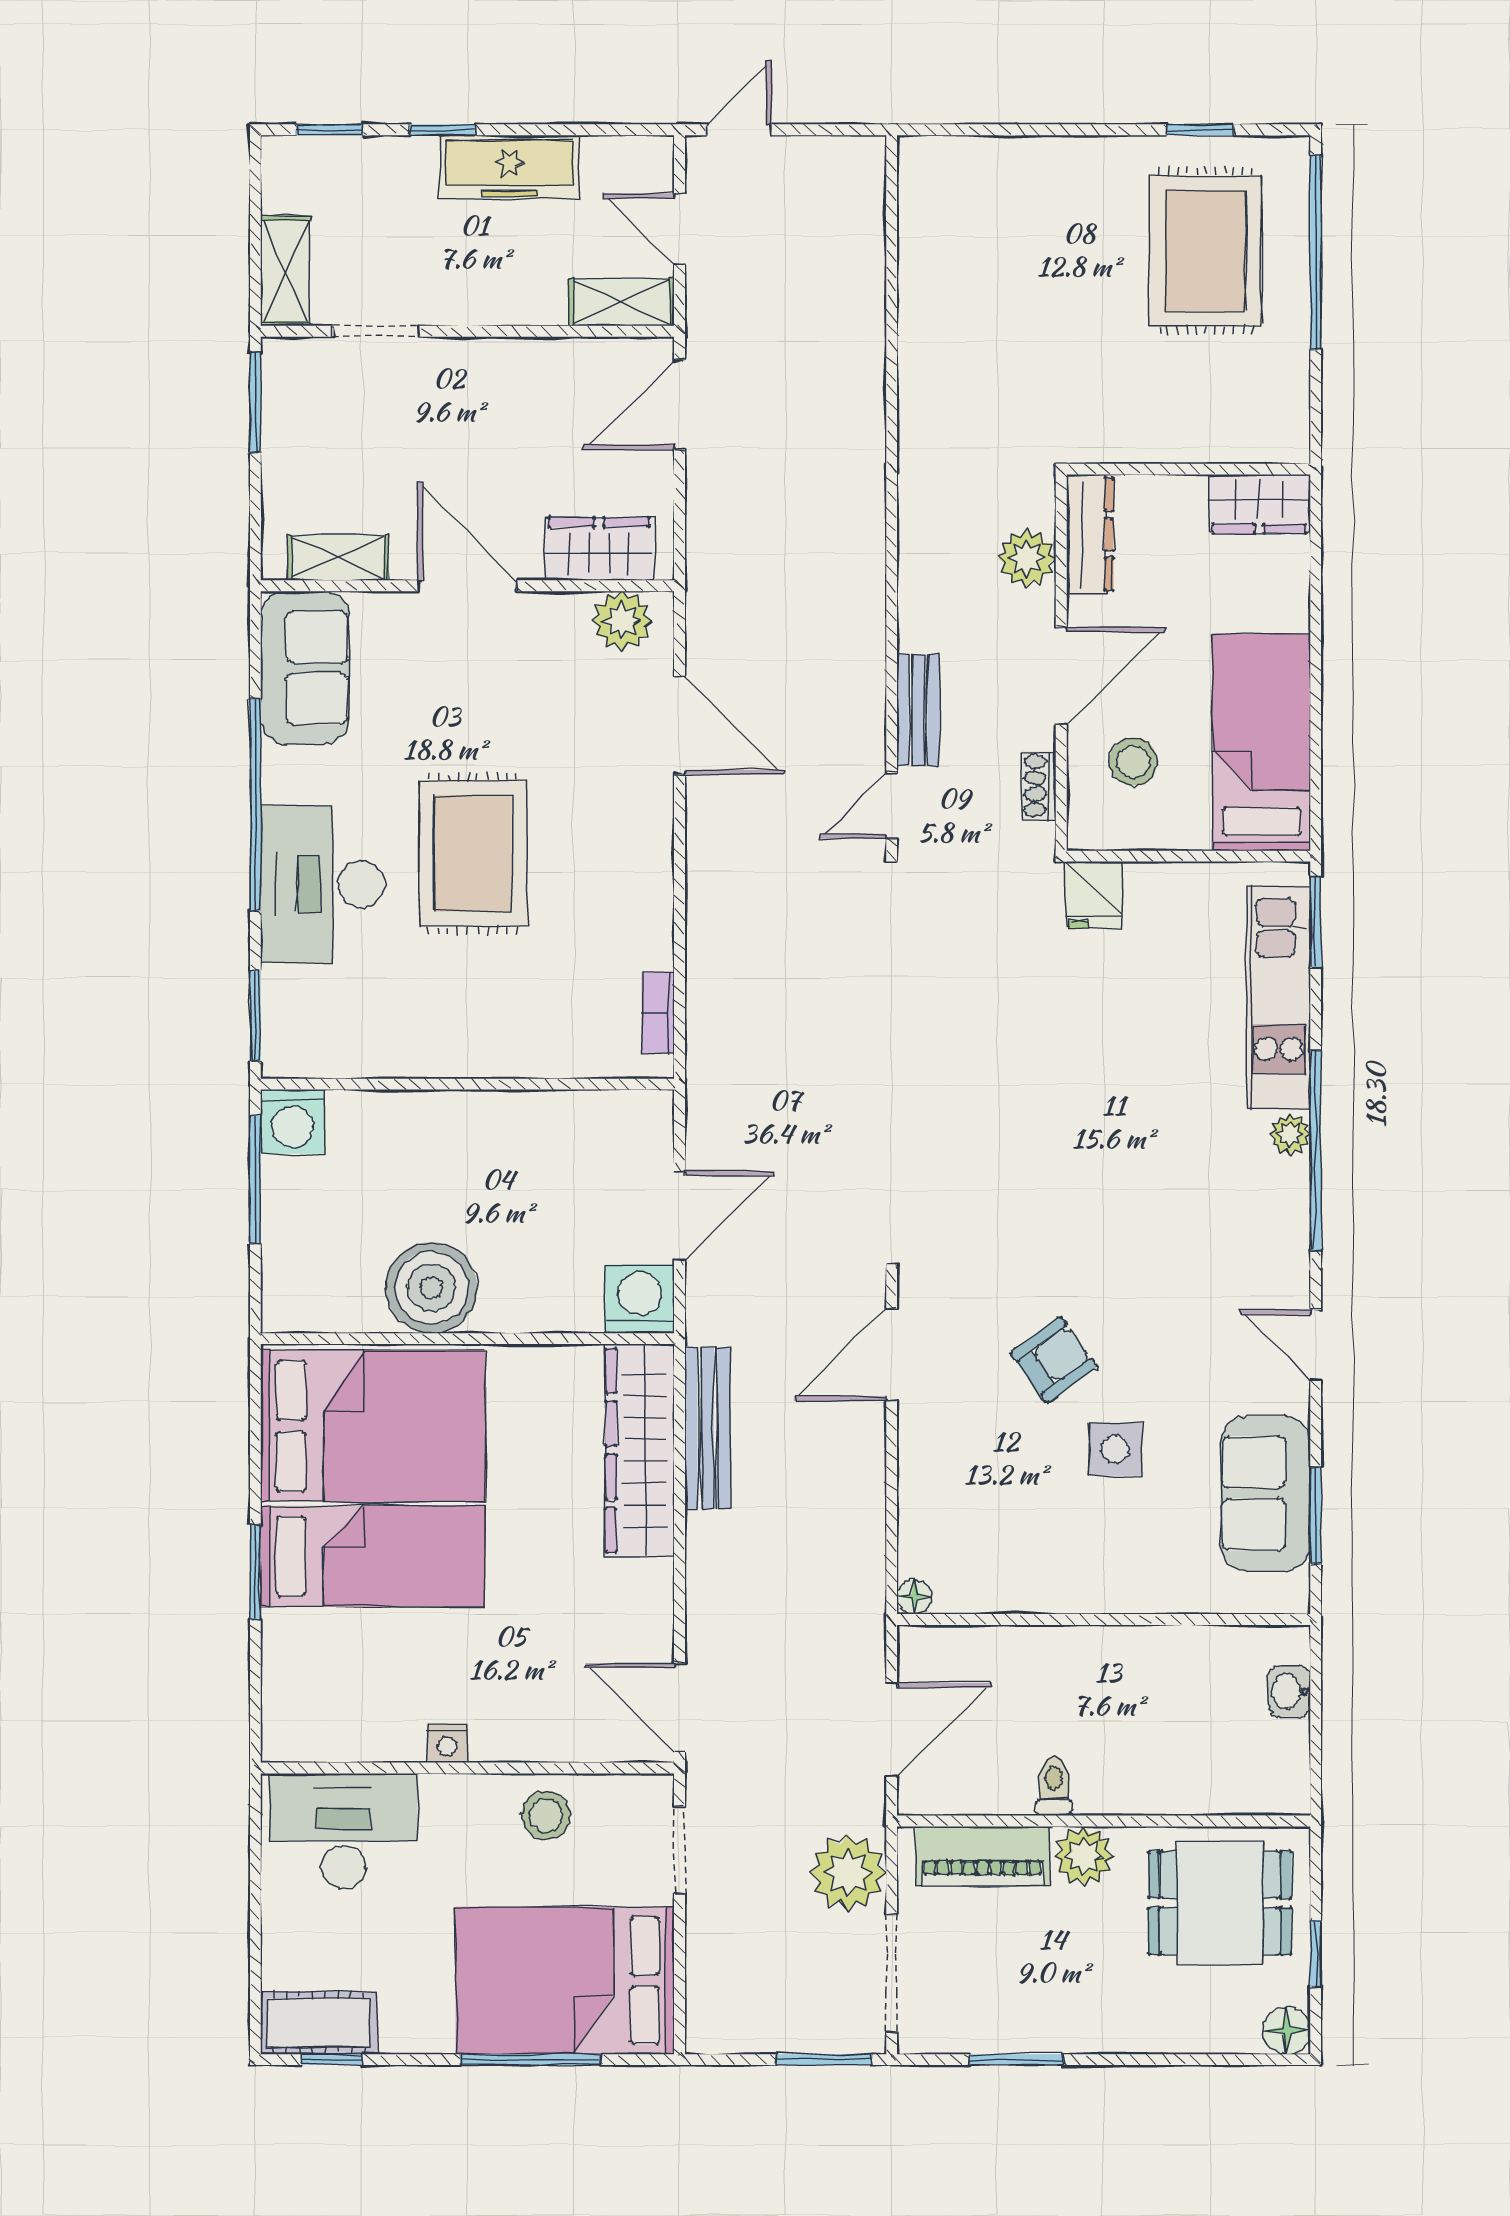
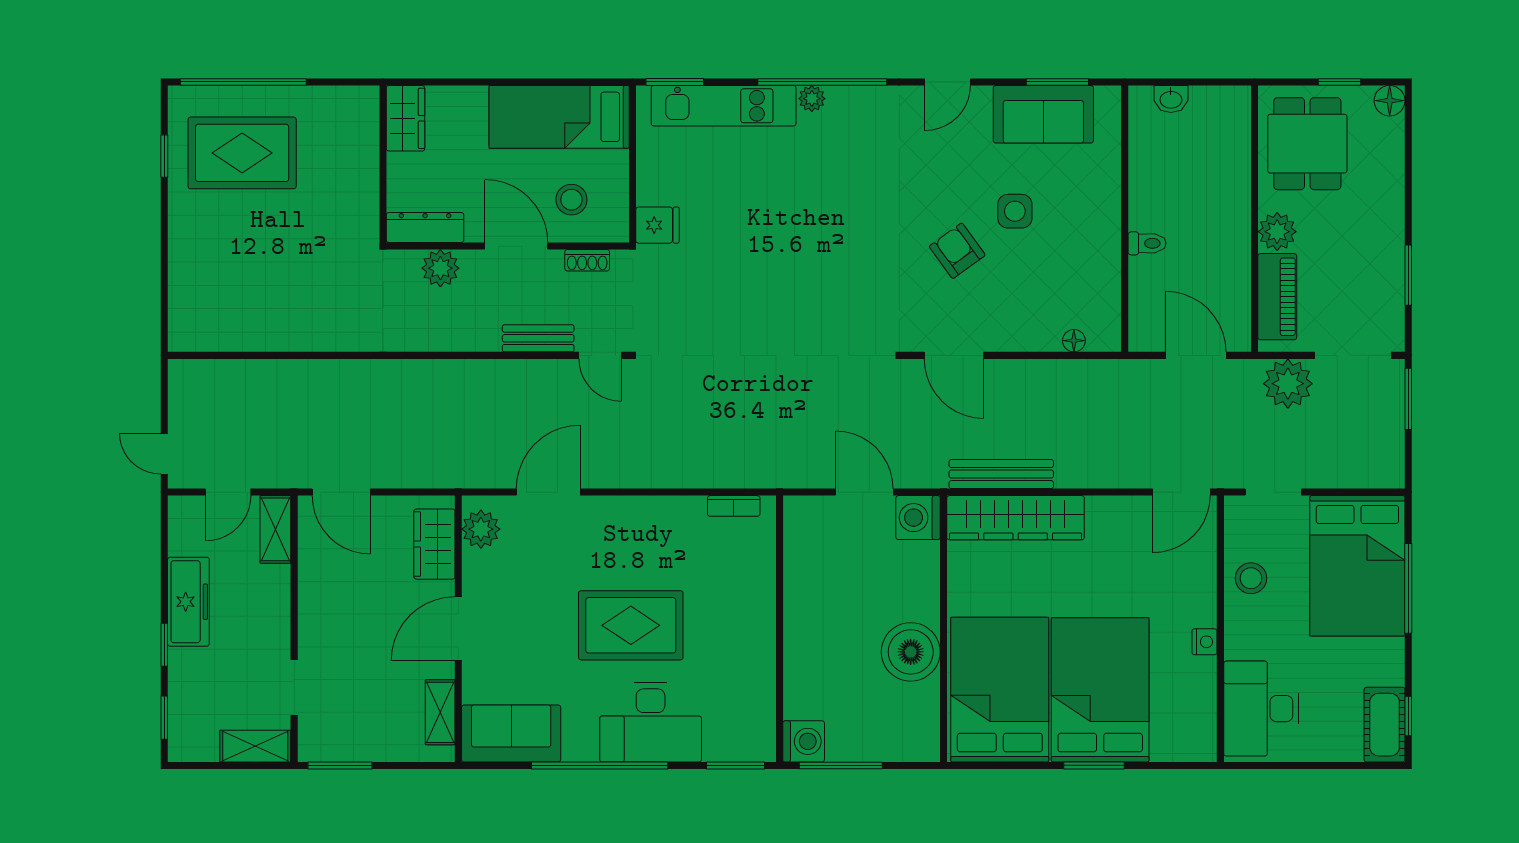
bed: (373, 1556) -> (1100, 690), width x1.50
floor lamp: (914, 1597) -> (1074, 341), moved
toilet: (1054, 1786) -> (1147, 243), moved, turned 180

